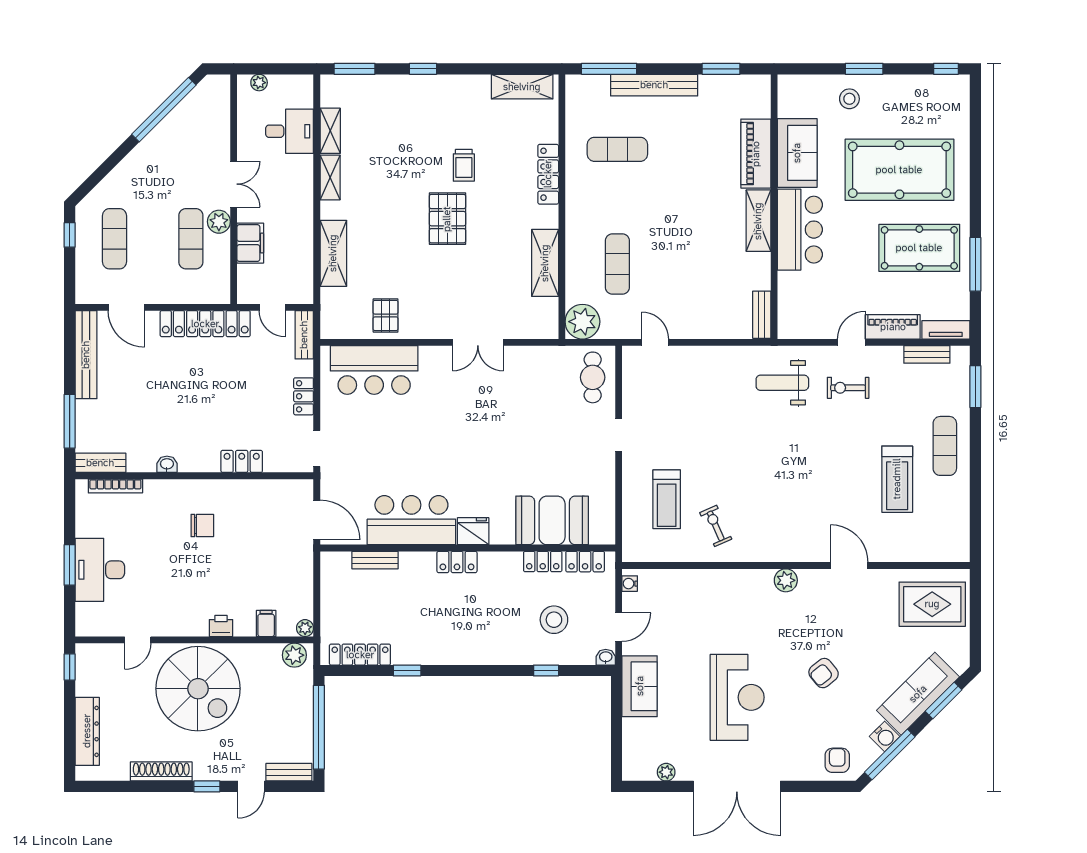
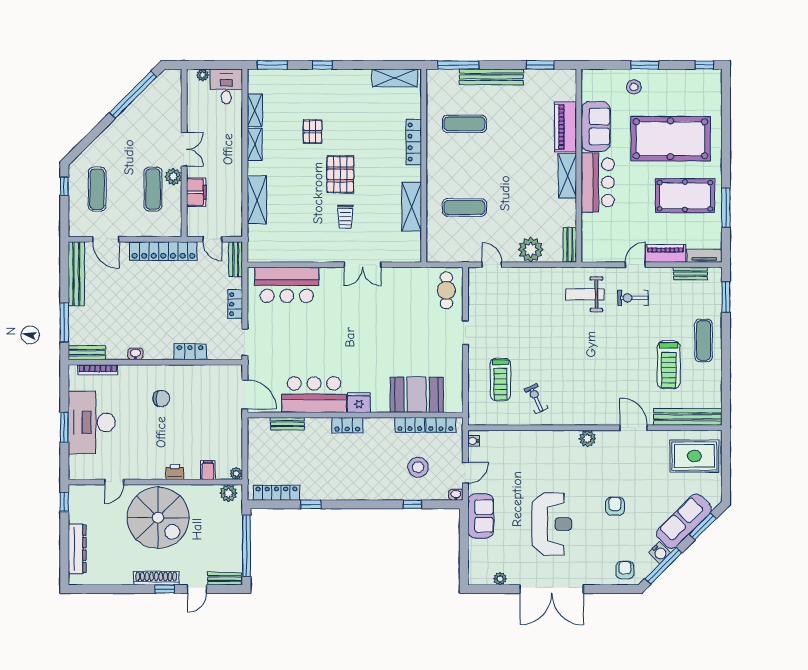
desk: (290, 131) -> (226, 86), moved, turned -90
trolley: (464, 165) -> (345, 217), moved
exercise mat: (617, 264) -> (464, 208), turned 90
pallet: (386, 315) -> (313, 132), moved
plant: (582, 322) -> (531, 250), moved
bench: (923, 551) -> (688, 417), added
desk: (100, 570) -> (92, 422), width x1.36, depth x1.30
armchair: (824, 673) -> (615, 506), turned 129
shoe rack: (161, 771) -> (156, 578), moved

